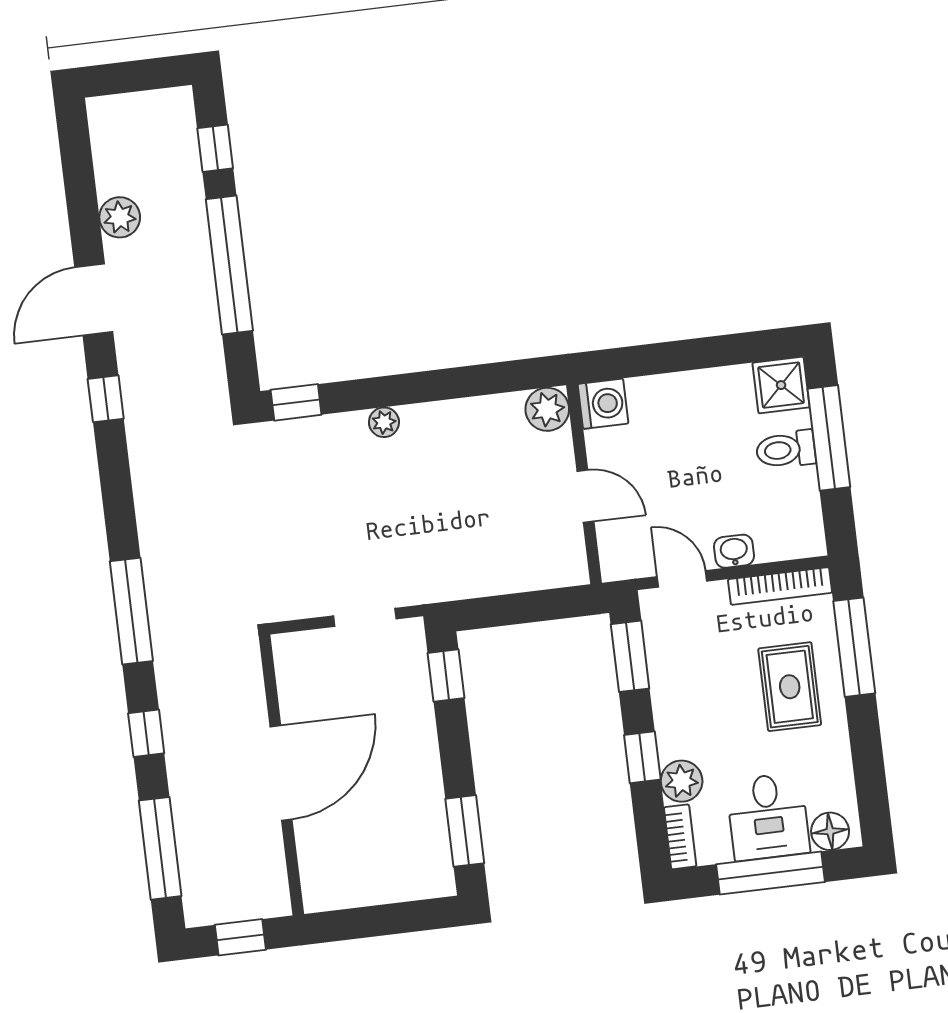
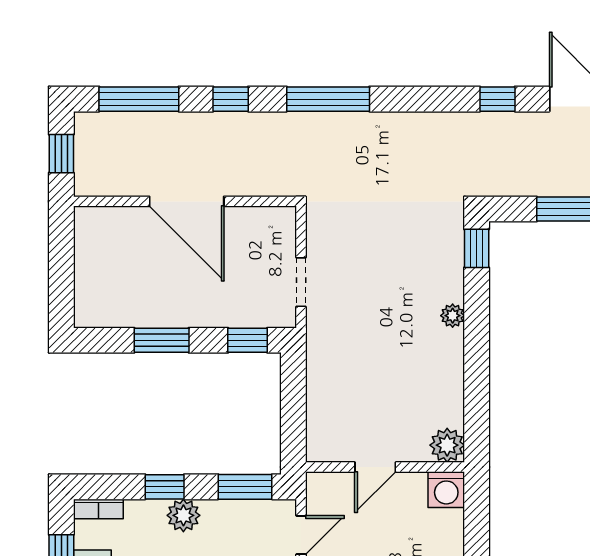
plant: (682, 781) -> (183, 515), moved
window: (465, 831) -> (162, 340), moved

